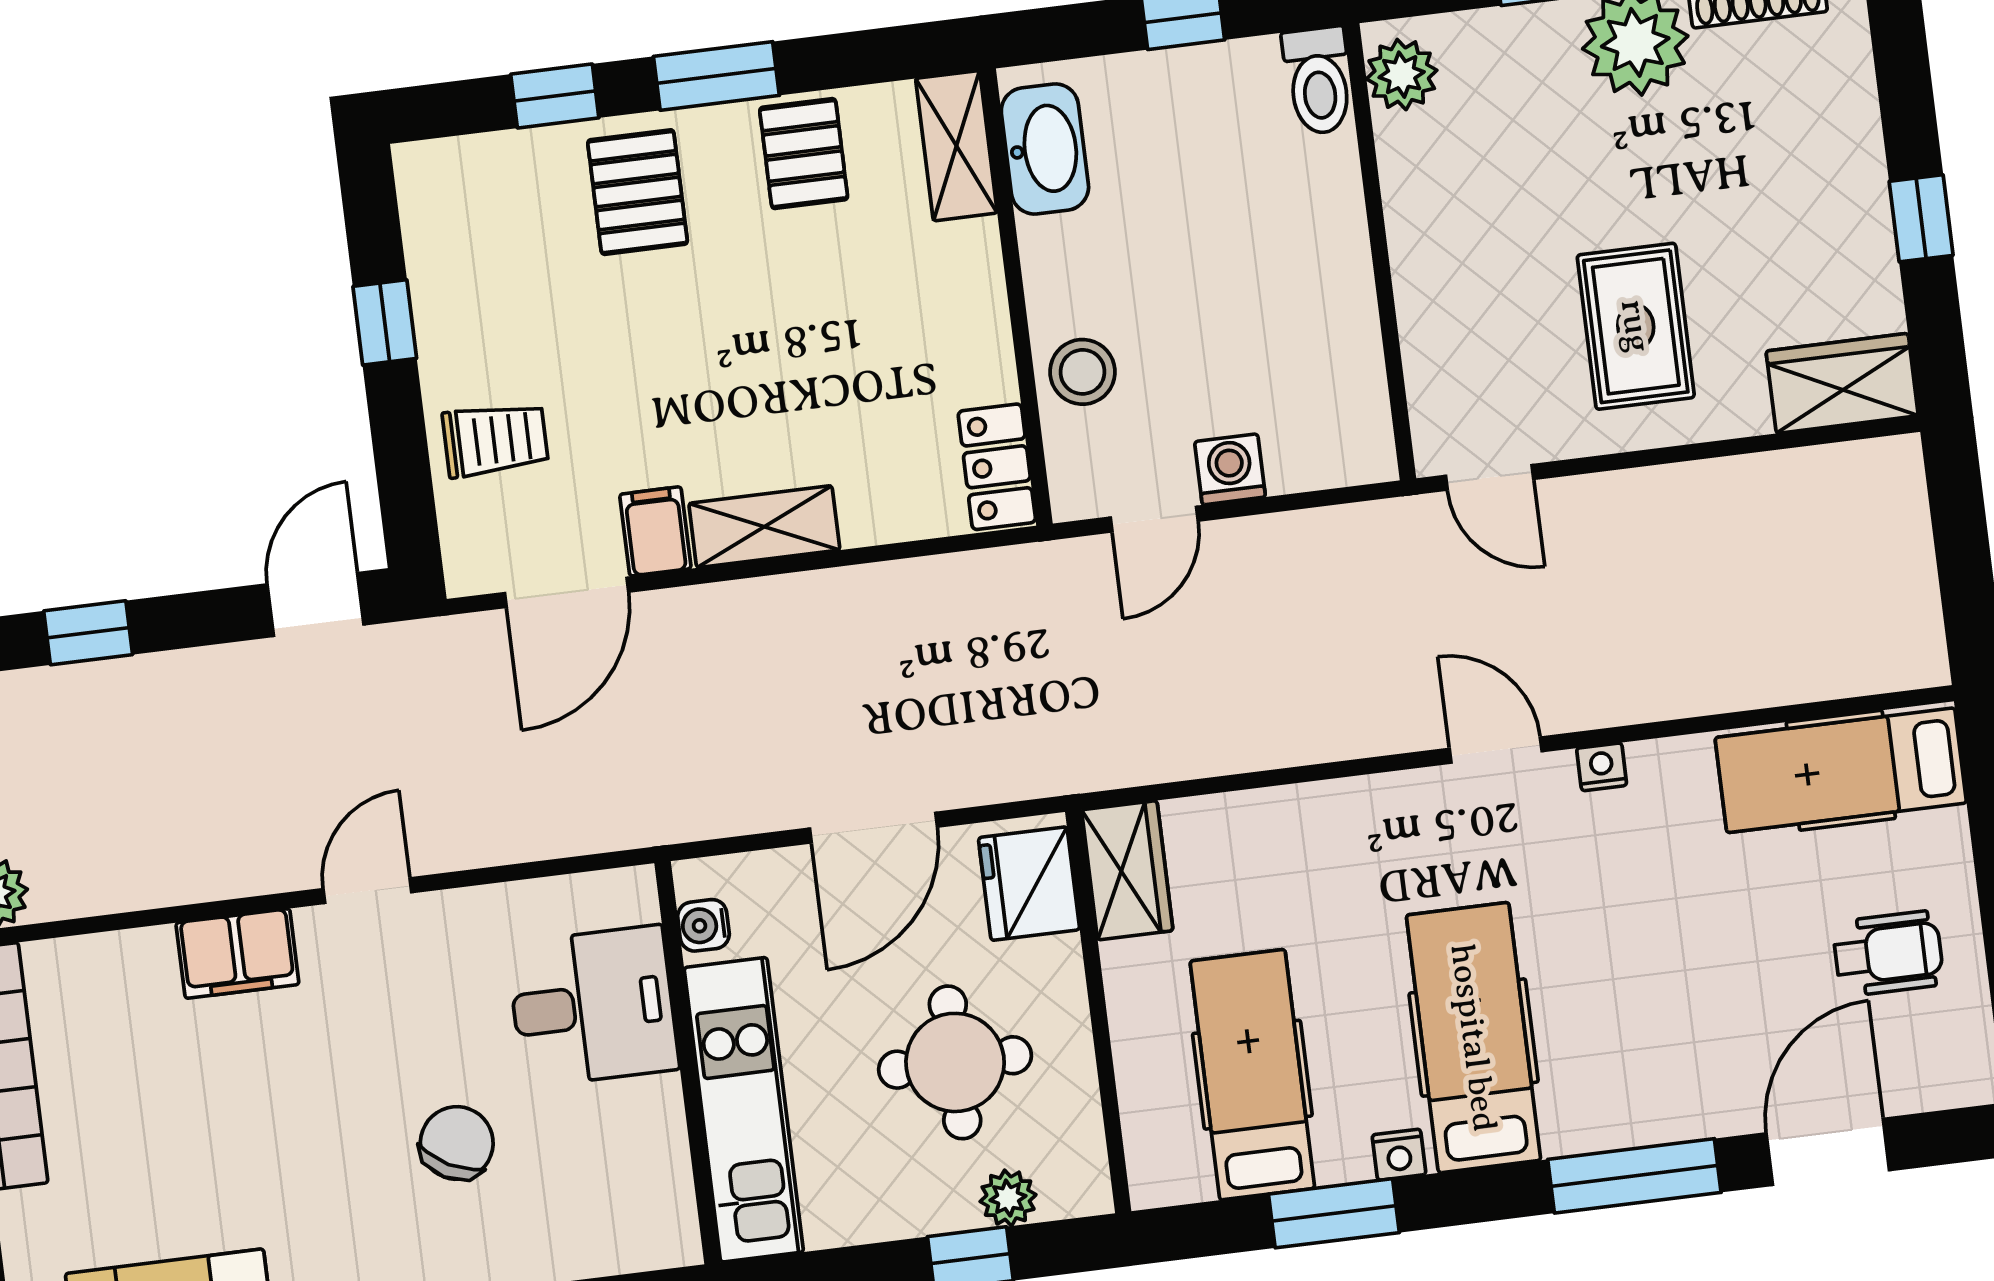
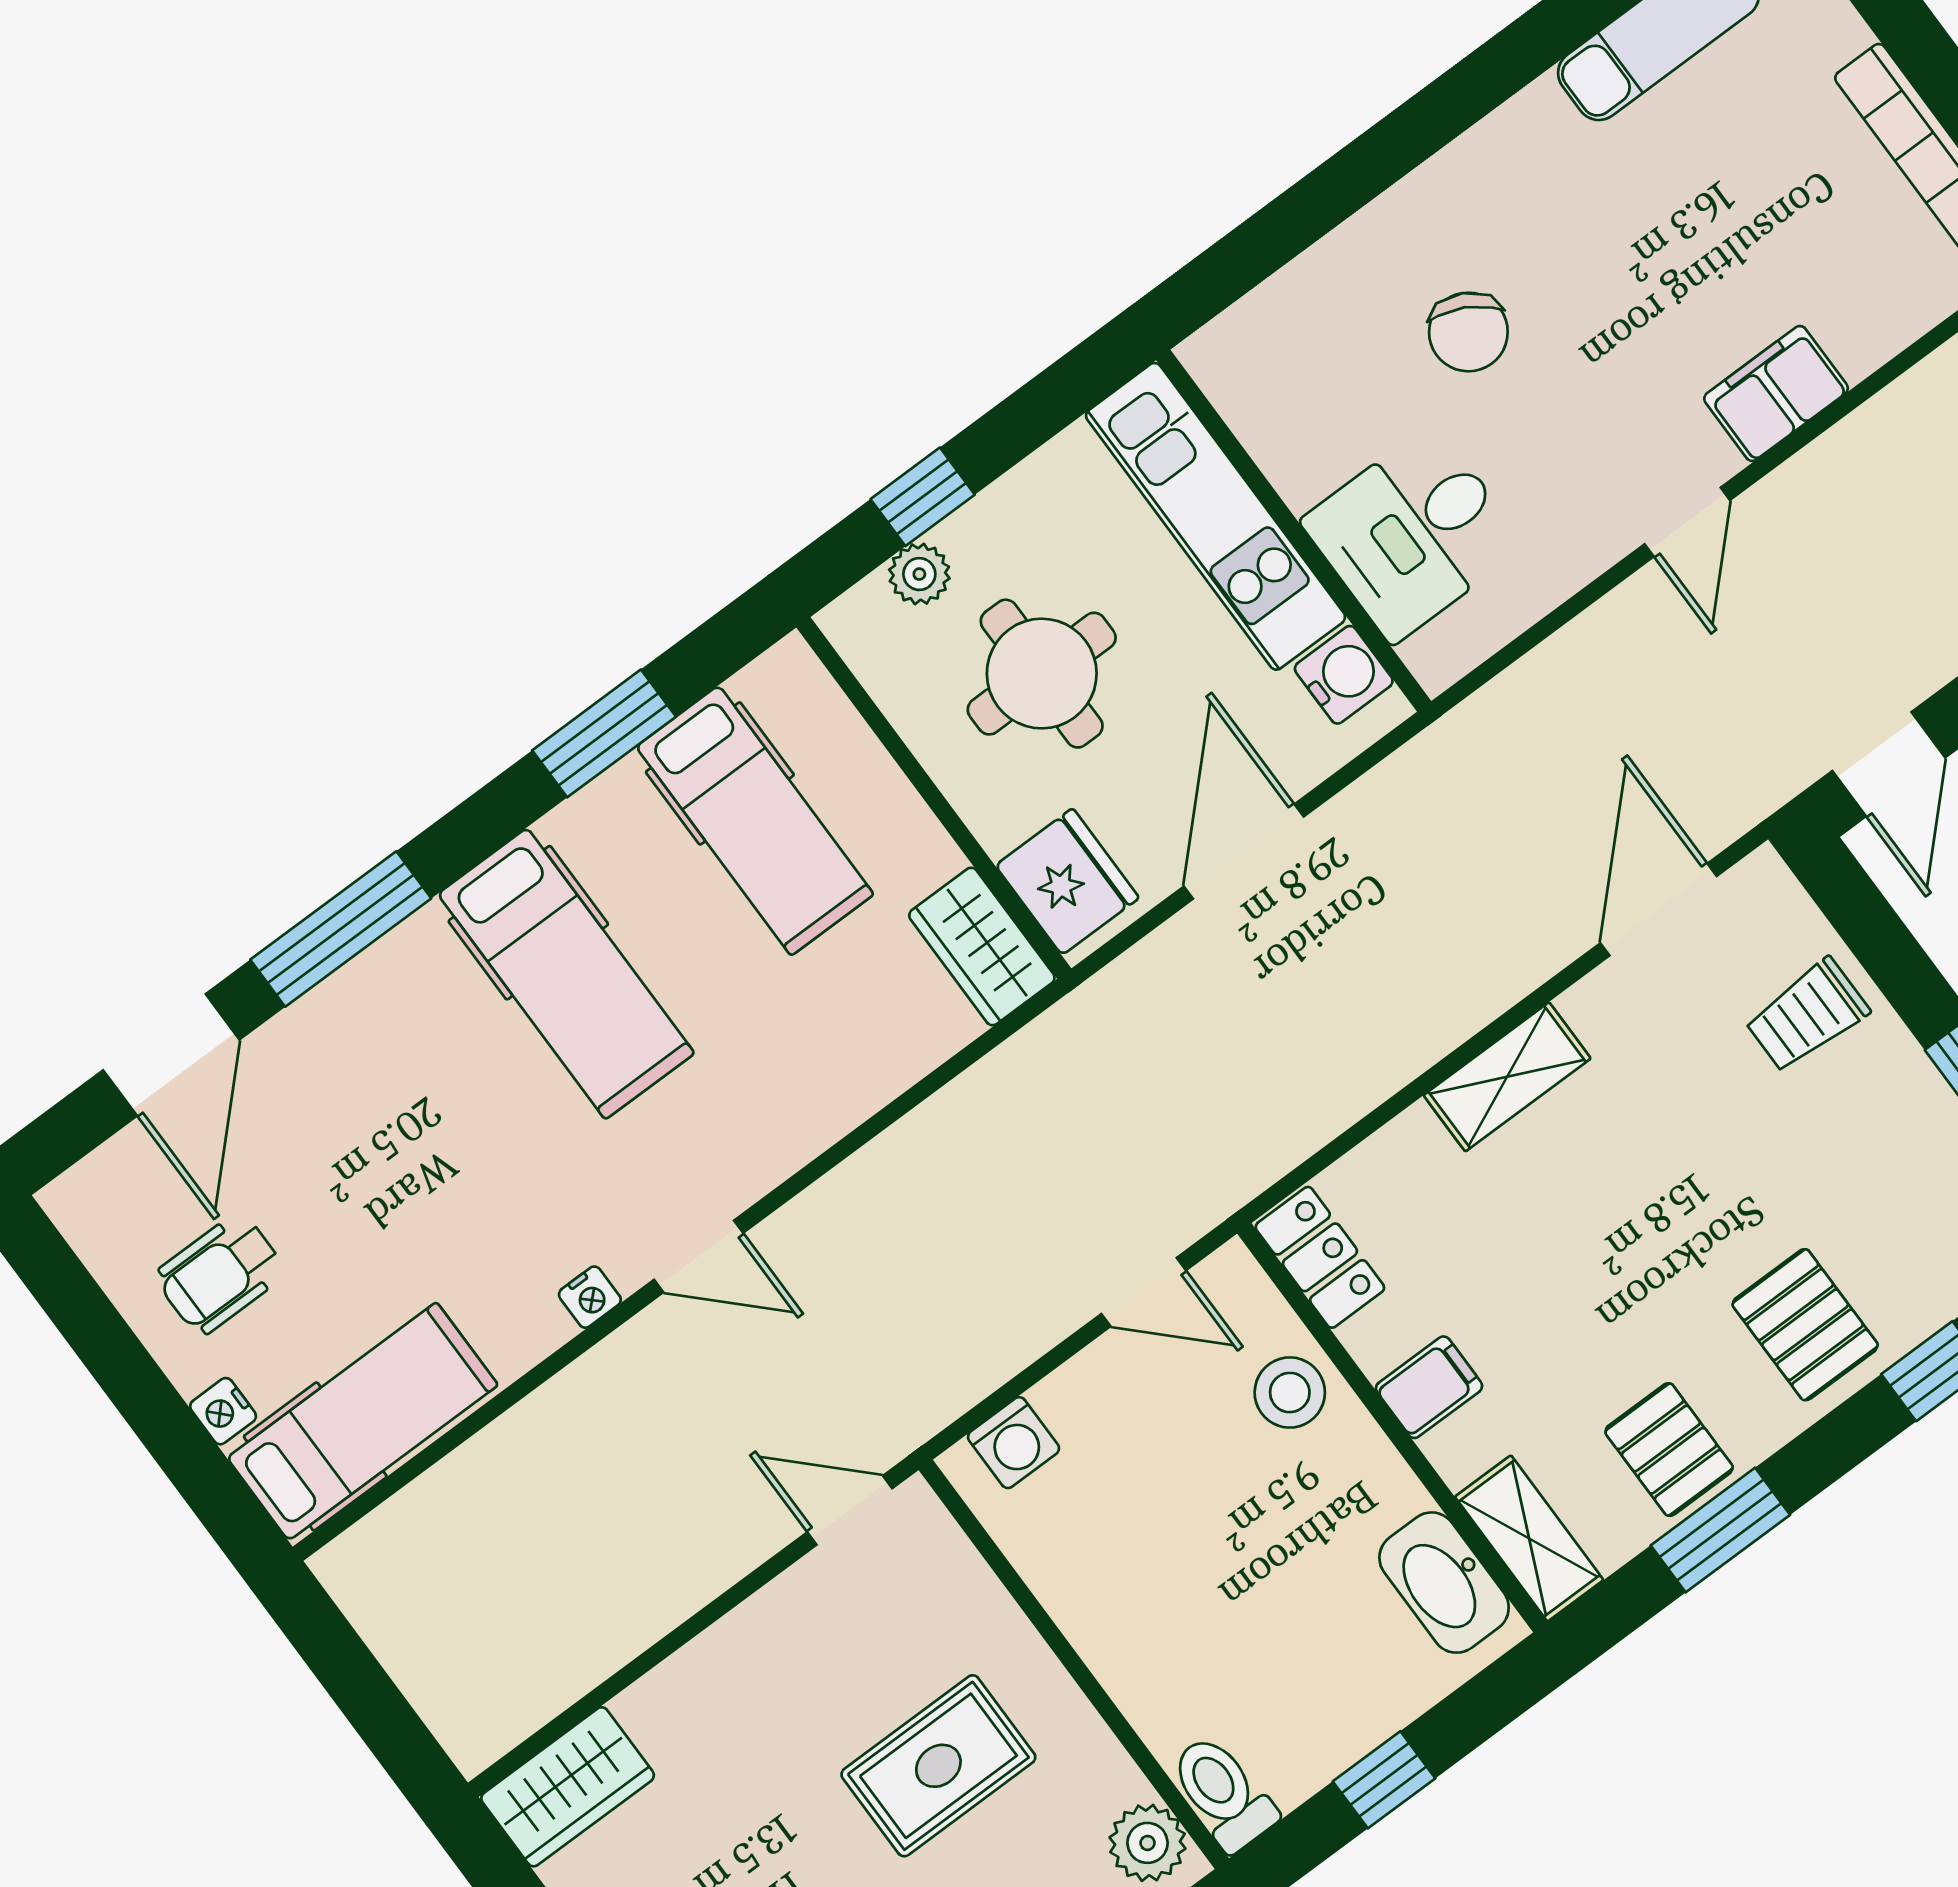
window: (716, 76) -> (1720, 1530), moved
rug: (1636, 326) -> (938, 1766), moved, turned 90
washing machine: (1230, 469) -> (1014, 1443), moved
door: (1154, 519) -> (1144, 1292), swing flipped
filing cabinet: (655, 531) -> (1429, 1387), moved, turned -90
water cooler: (703, 925) -> (1344, 675), width x1.38, depth x1.38
nightstand: (1399, 1155) -> (223, 1411), moved, turned -90

